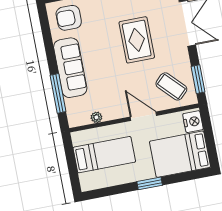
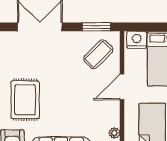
rug: (137, 40) -> (25, 100), moved, turned 90

